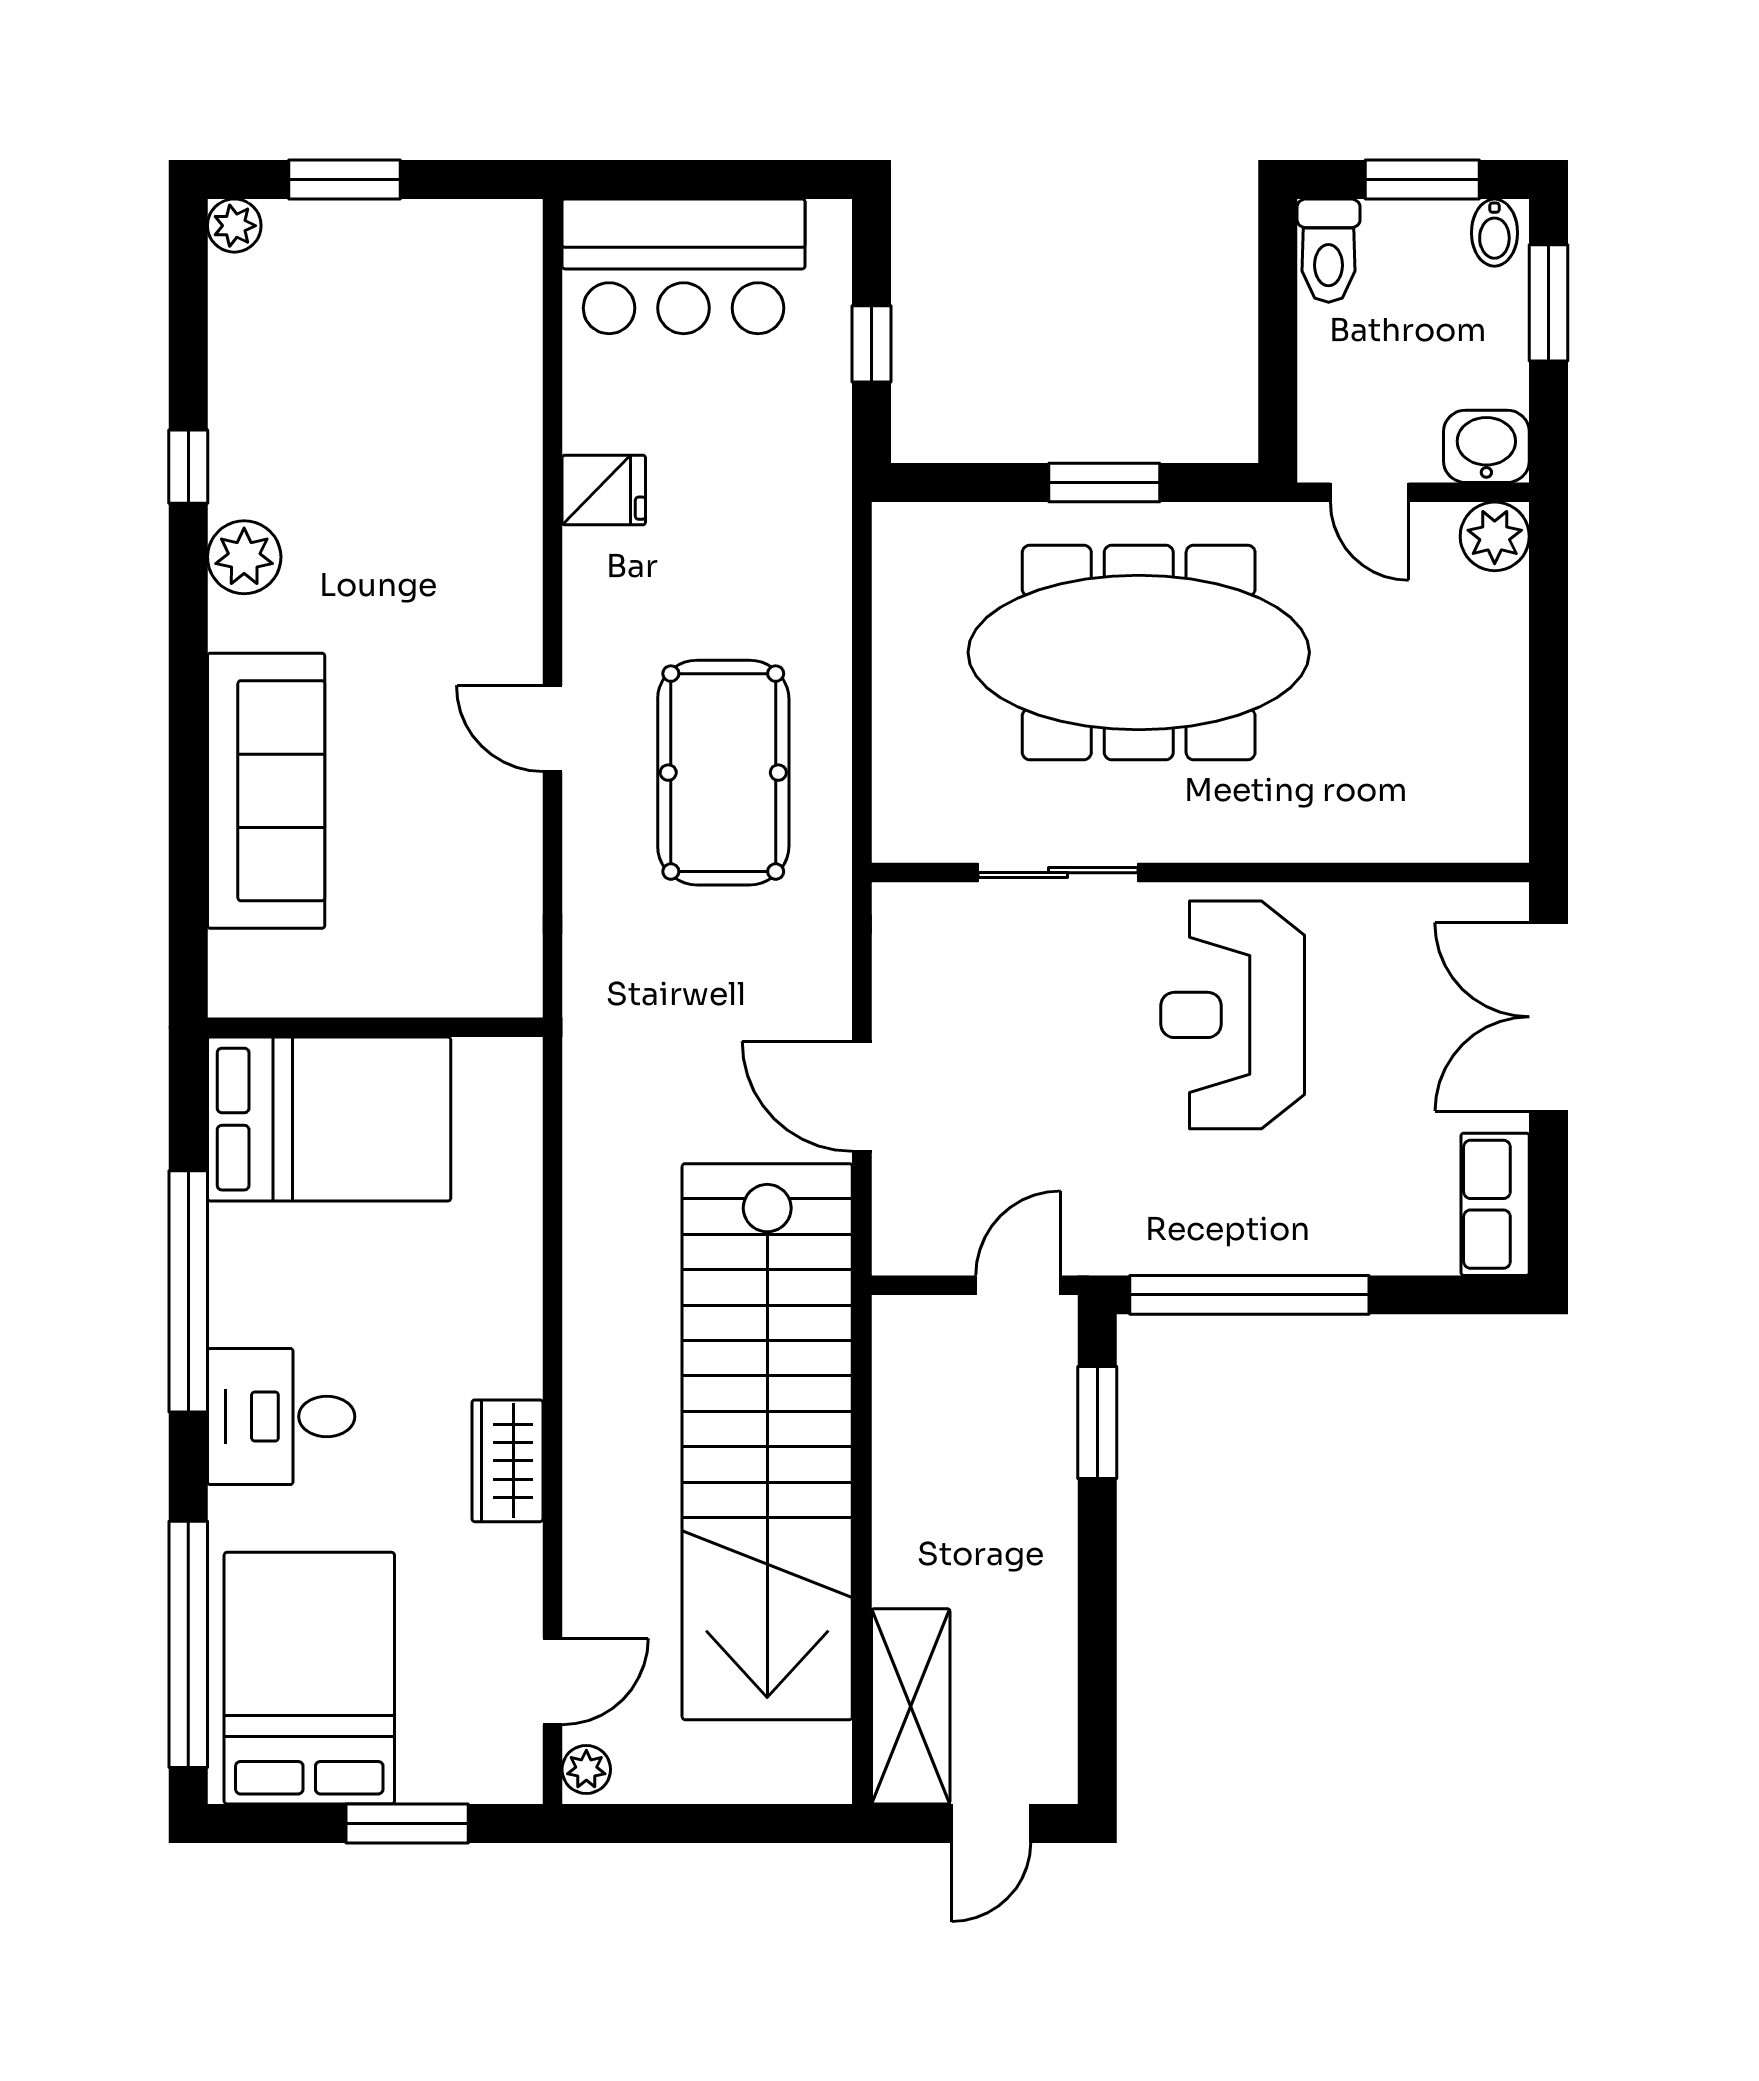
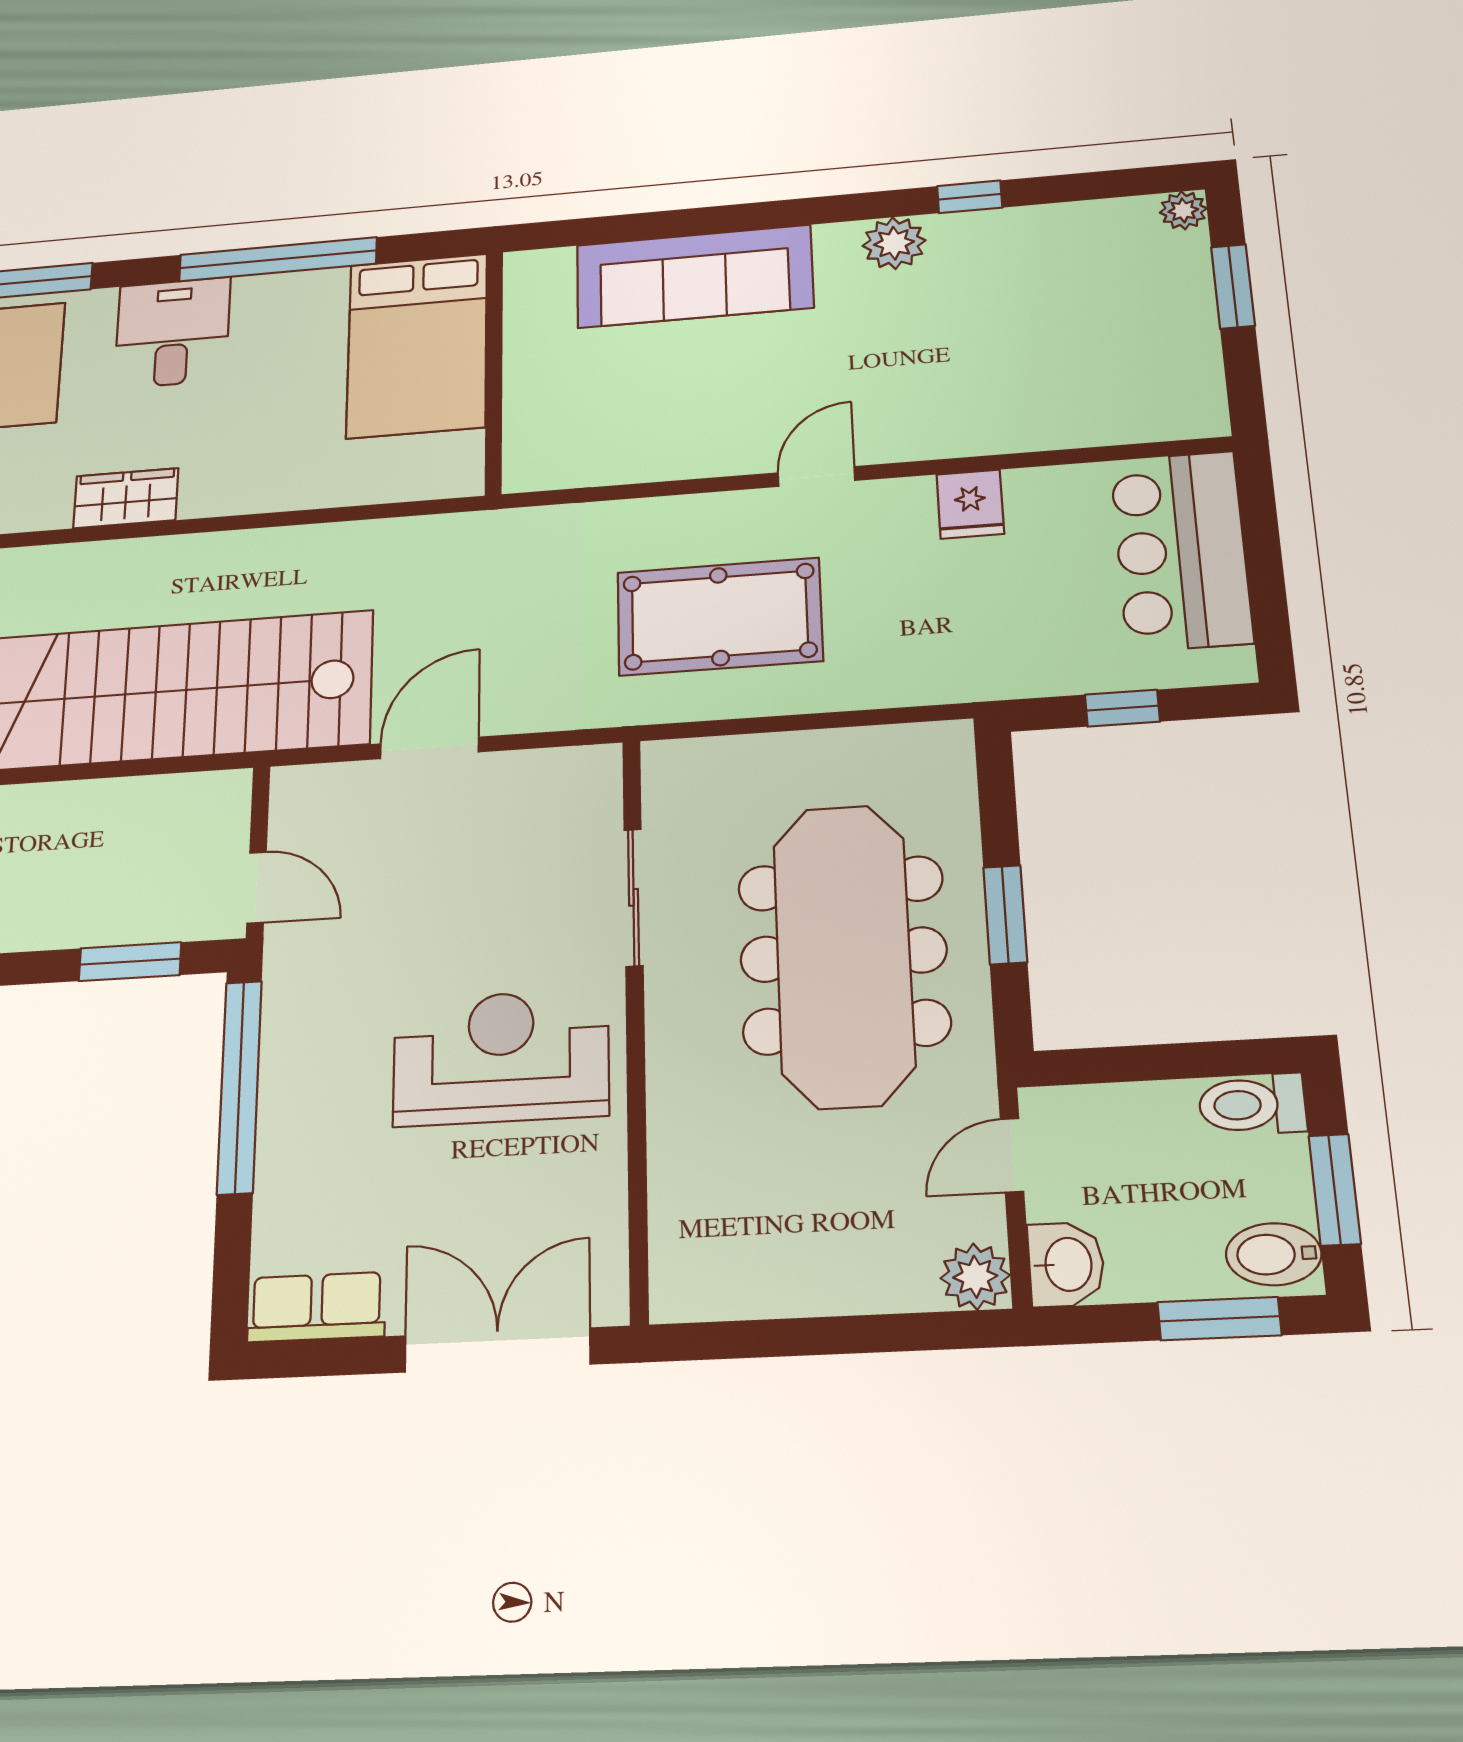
bidet: (1494, 233) -> (1274, 1254), width x1.38, depth x1.36
door: (552, 729) -> (816, 477), moved

